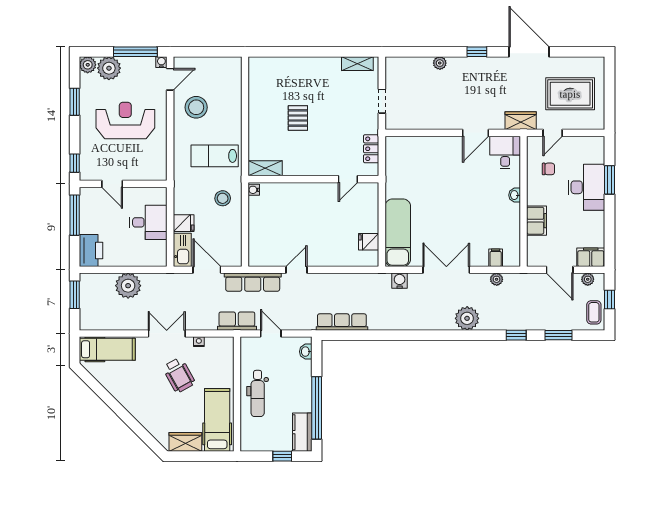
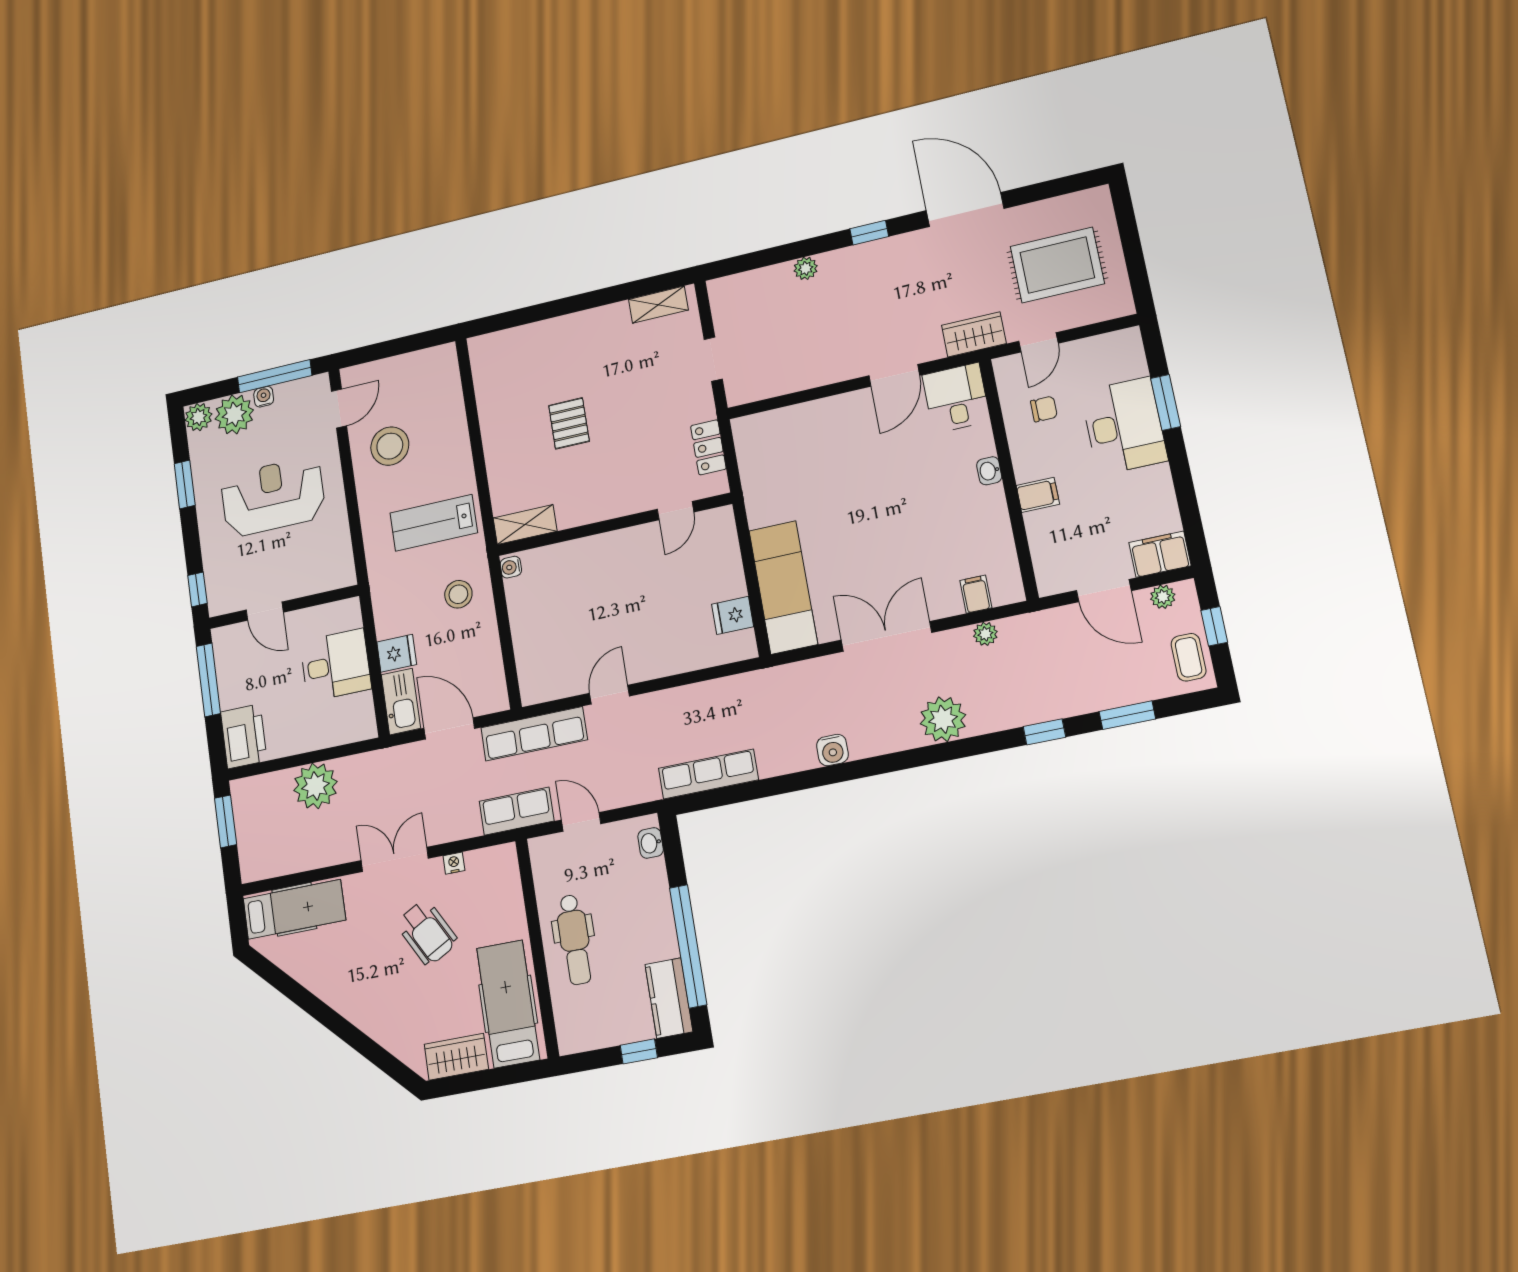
water cooler: (161, 62) -> (264, 397), moved
filing cabinet: (537, 221) -> (1038, 495), width x0.50
water cooler: (400, 281) -> (832, 750), moved, turned 180

